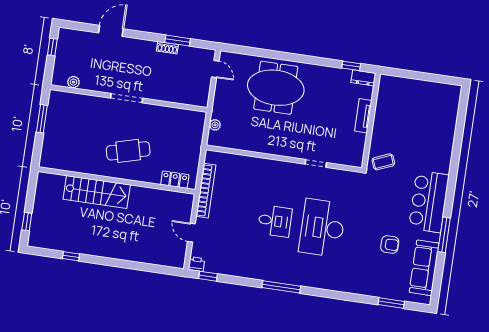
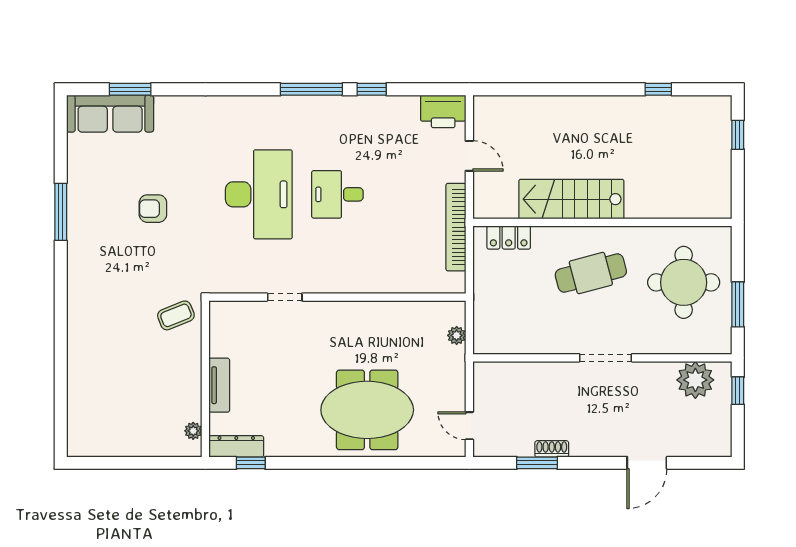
window: (52, 47) -> (738, 391), moved
dresser: (363, 78) -> (236, 446), width x1.44
plant: (73, 82) -> (695, 380), width x1.87, depth x1.87
plant: (383, 90) -> (193, 431), added
round table: (73, 137) -> (684, 282), added
stairs: (97, 192) -> (571, 199), moved
bar counter: (429, 202) -> (93, 262), removed
armchair: (390, 244) -> (153, 209), moved
printer: (196, 264) -> (443, 111), width x1.87, depth x1.48
sofa: (424, 268) -> (110, 114), moved, turned 90
window: (208, 276) -> (372, 89), moved

